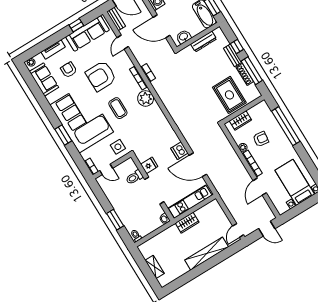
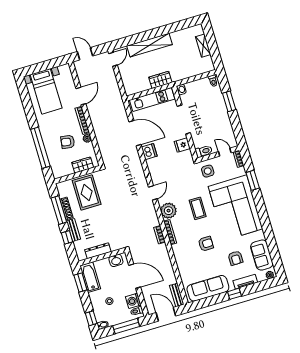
window: (76, 25) -> (234, 294), moved
door: (123, 42) -> (153, 193), moved
armchair: (101, 76) -> (206, 244), width x0.53, depth x0.53
window: (63, 135) -> (253, 180), moved
toilet: (134, 177) -> (204, 151), moved

